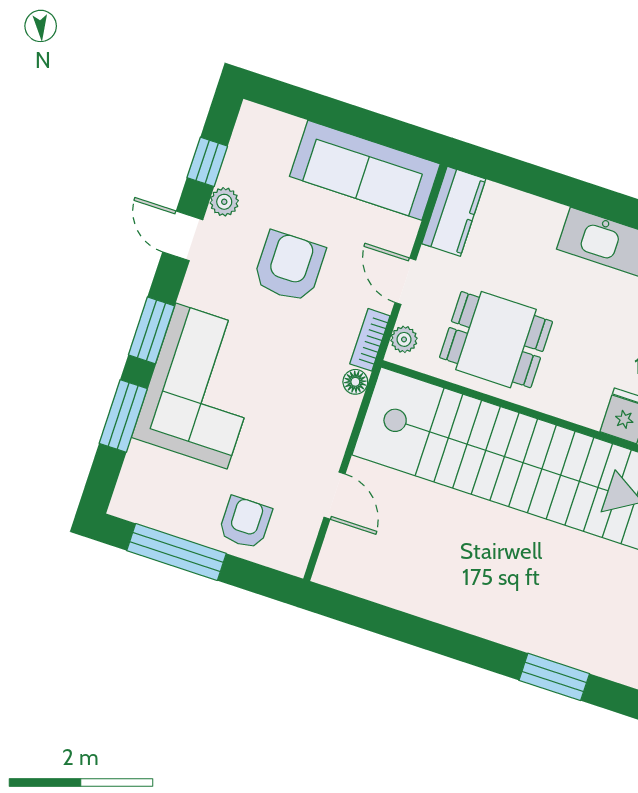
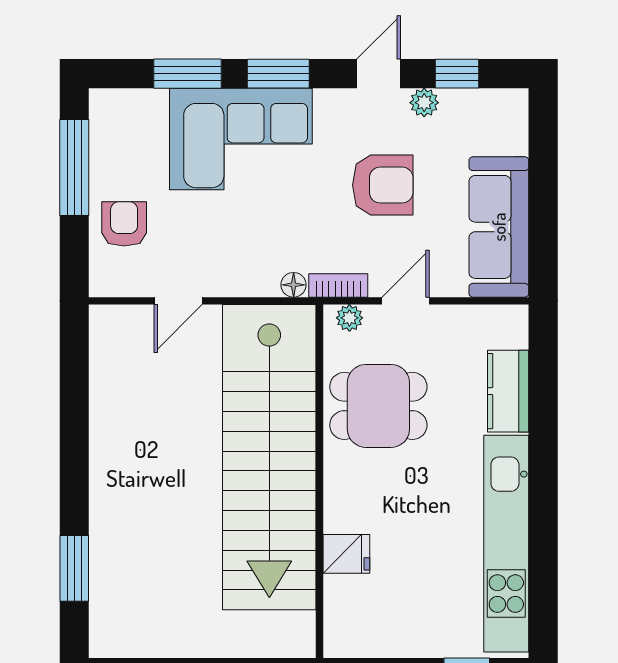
kitchen counter: (454, 211) -> (508, 391), moved, turned 90
dining table: (496, 340) -> (378, 406), turned 90
armchair: (245, 523) -> (124, 224), turned -90

